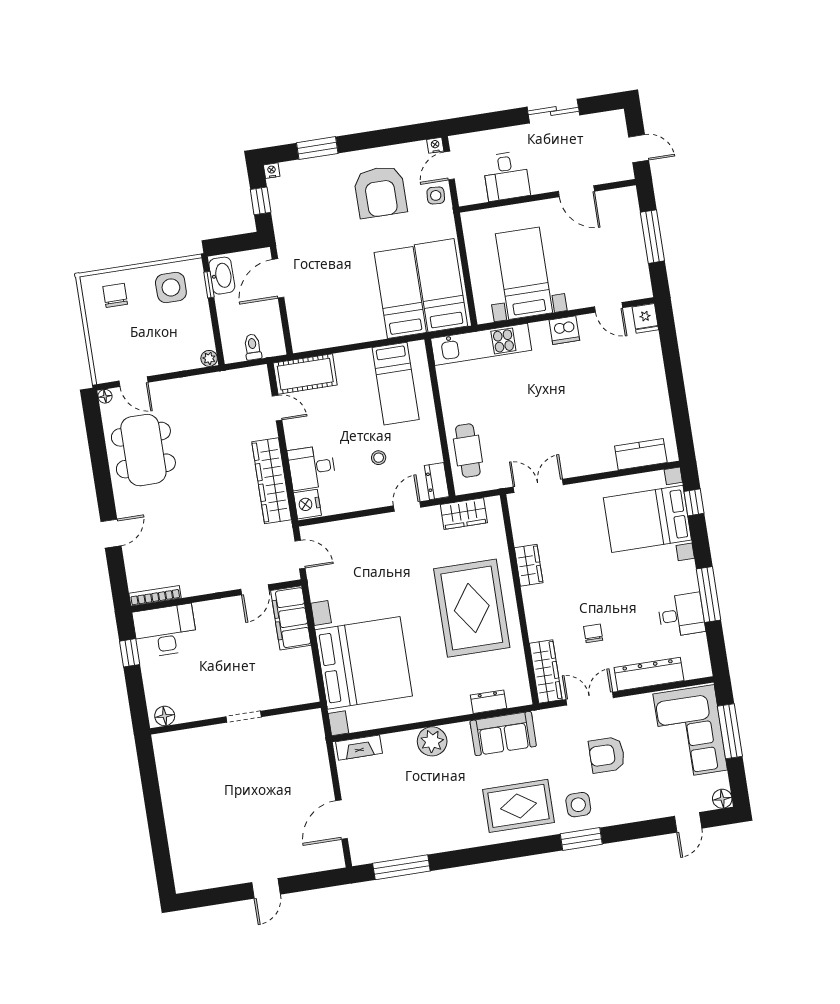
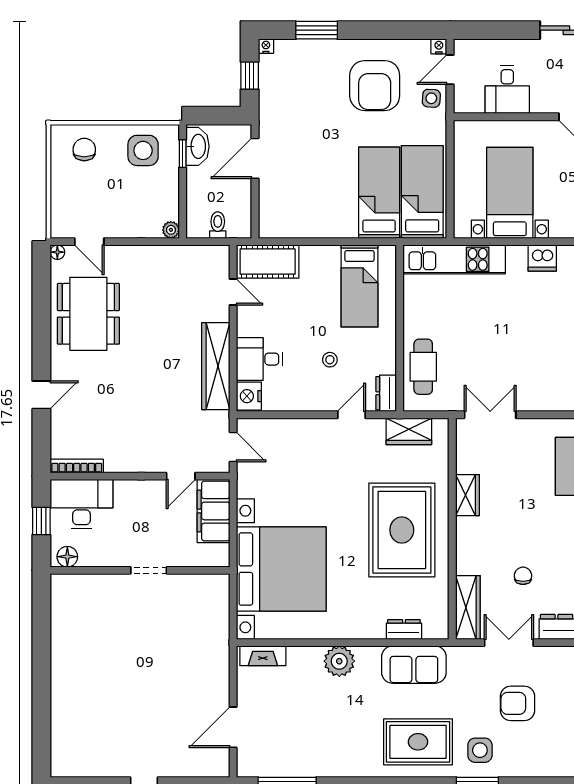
floor lamp: (165, 716) -> (67, 557), moved
doorway: (244, 717) -> (149, 570), moved
wall: (235, 718) -> (140, 570), moved

